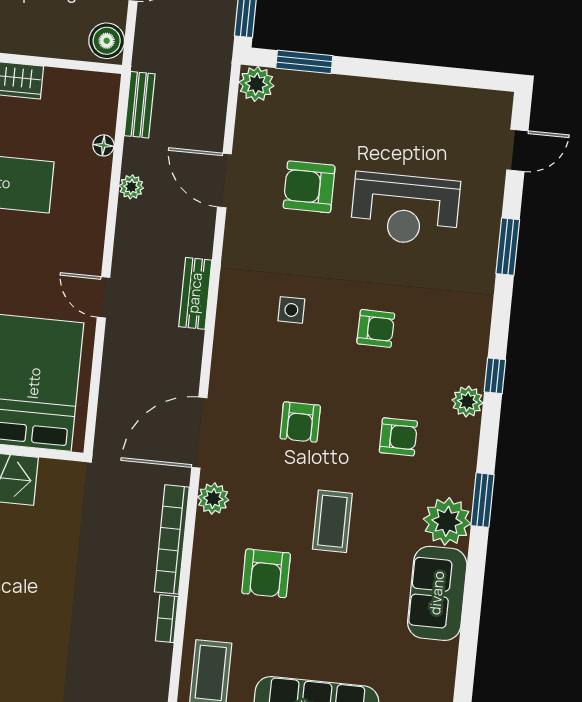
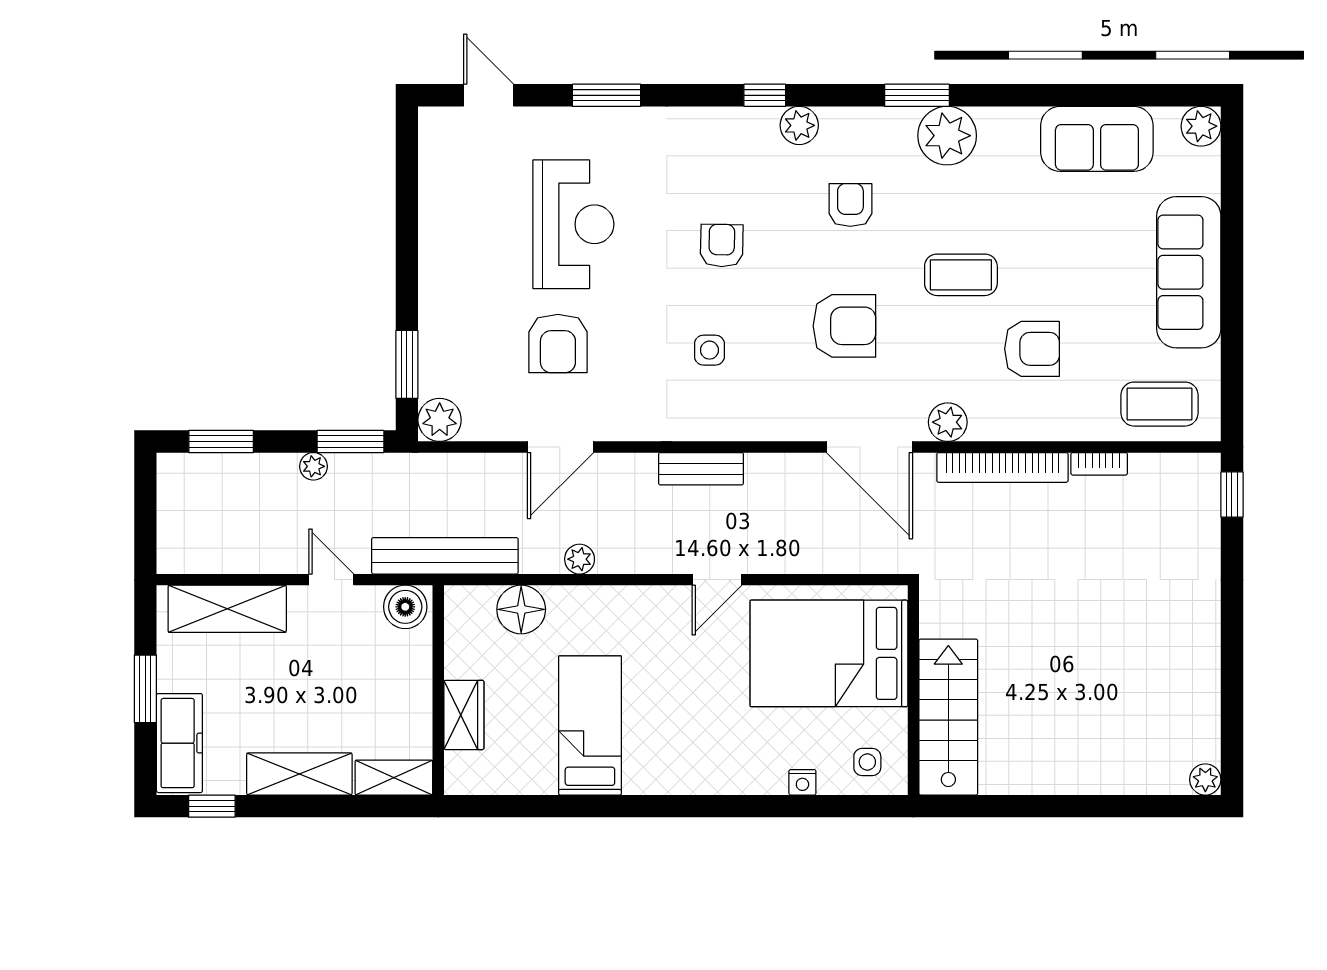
bench: (140, 105) -> (445, 556), width x1.86, depth x1.21
floor lamp: (103, 145) -> (521, 609), width x1.89, depth x1.89
armchair: (300, 422) -> (844, 326), width x1.38, depth x1.38
sofa: (437, 593) -> (1097, 139), moved

